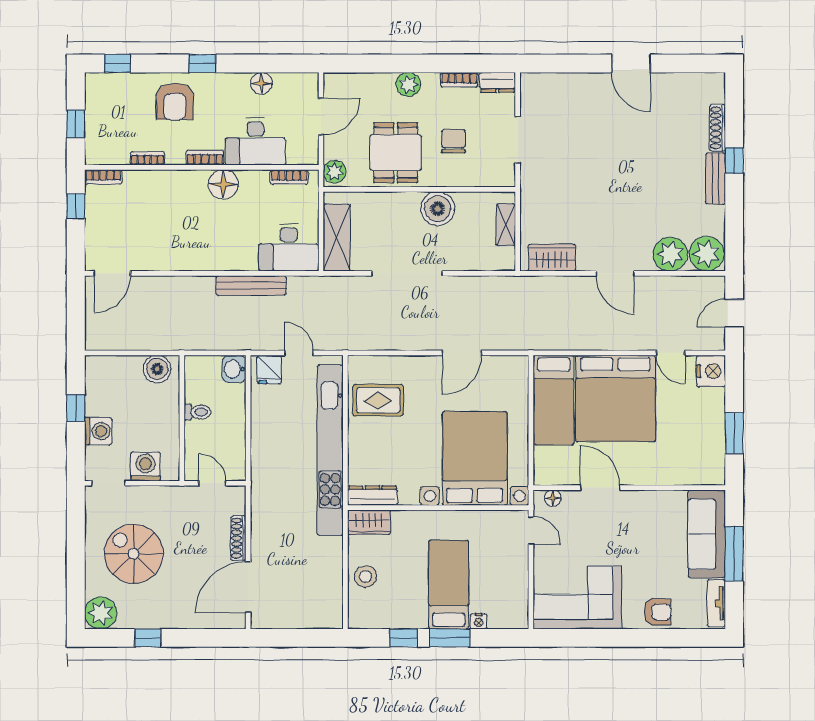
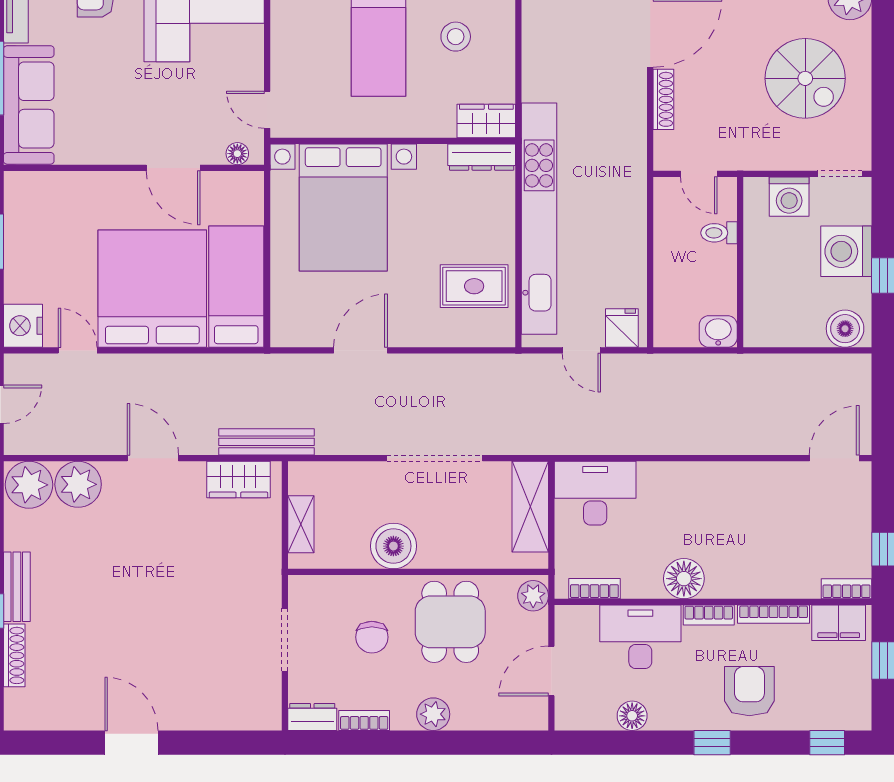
filing cabinet: (109, 152) -> (839, 623), added
bookcase: (148, 158) -> (774, 614), width x1.56
bench: (251, 285) -> (267, 442), moved
boiler: (157, 369) -> (845, 329), moved
washbasin: (234, 369) -> (718, 331), moved, turned -90
toilet: (197, 412) -> (719, 233), moved
washing machine: (98, 431) -> (846, 251), width x1.37, depth x1.37
stool: (365, 577) -> (456, 37), moved

